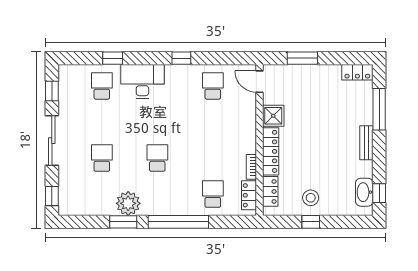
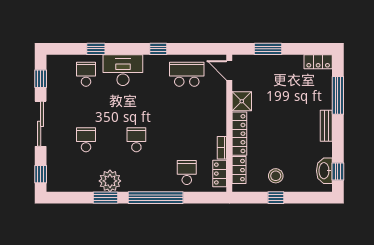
school desk: (213, 86) -> (187, 74), width x1.85

